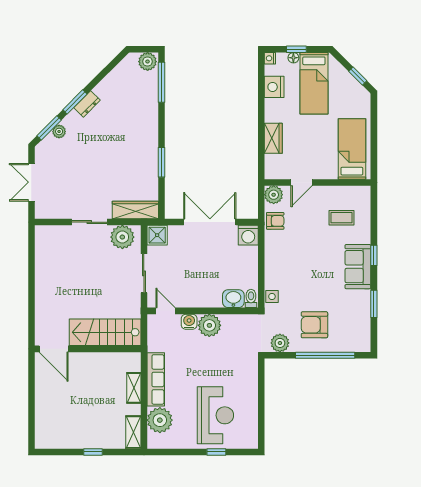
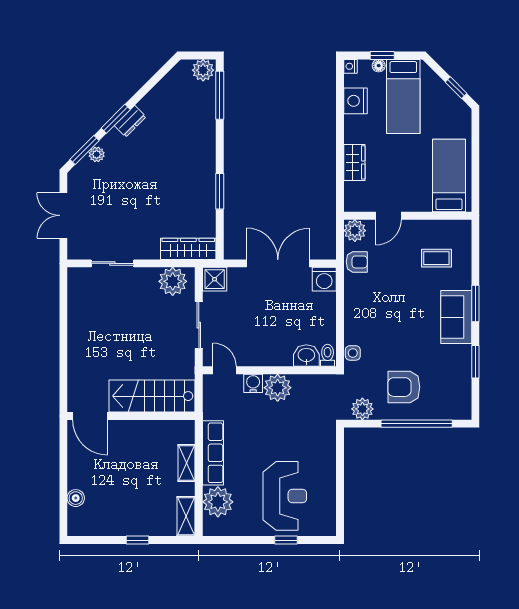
sliding door: (89, 222) -> (112, 263), moved
window: (374, 255) -> (475, 304), width x1.50
boiler: (42, 417) -> (76, 498), added

